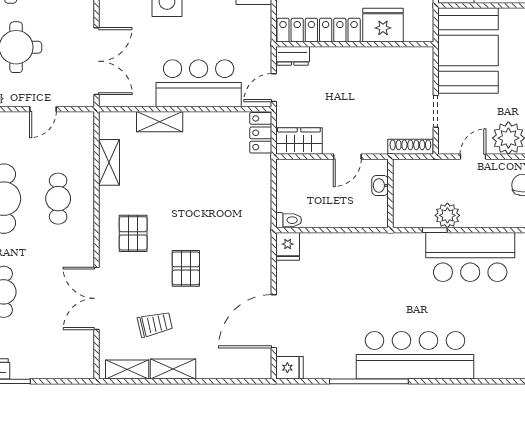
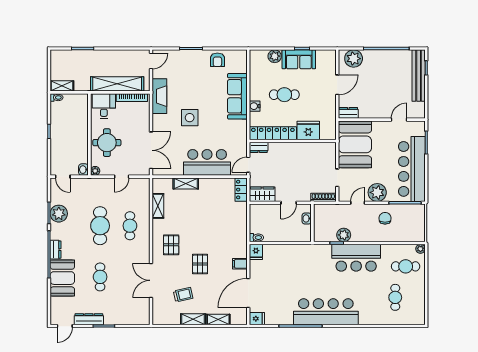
filing cabinet: (258, 268) -> (240, 264), added
shelving: (127, 369) -> (218, 320), moved

